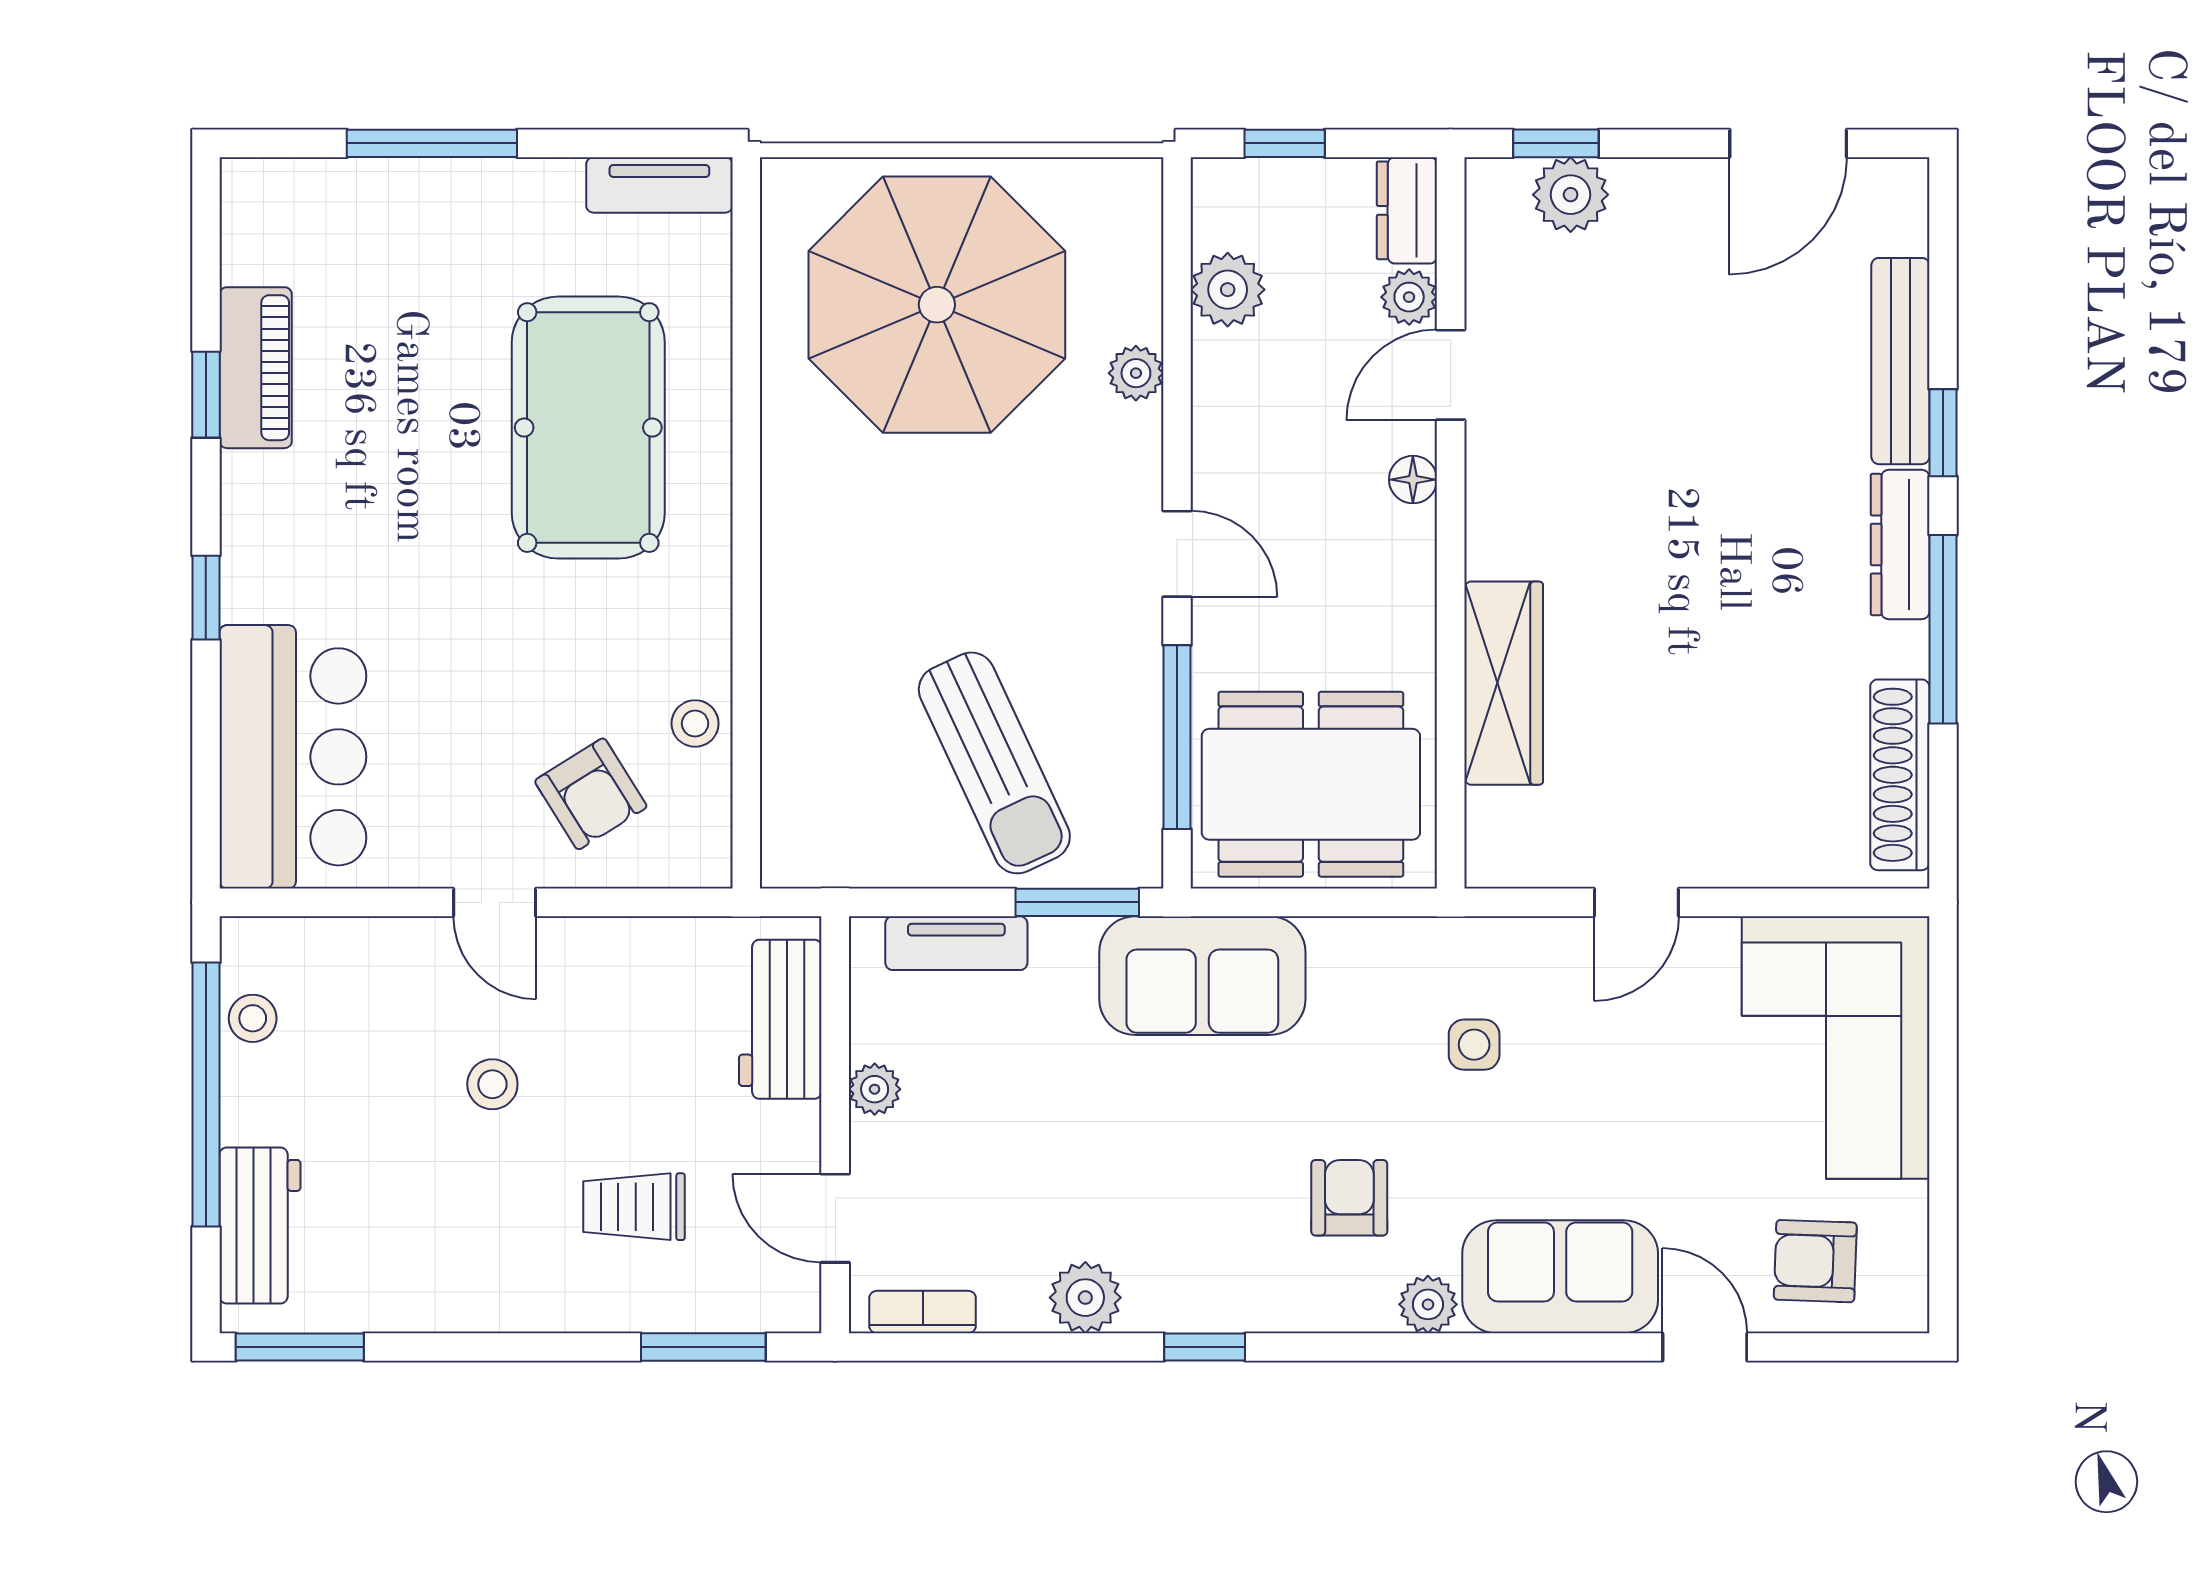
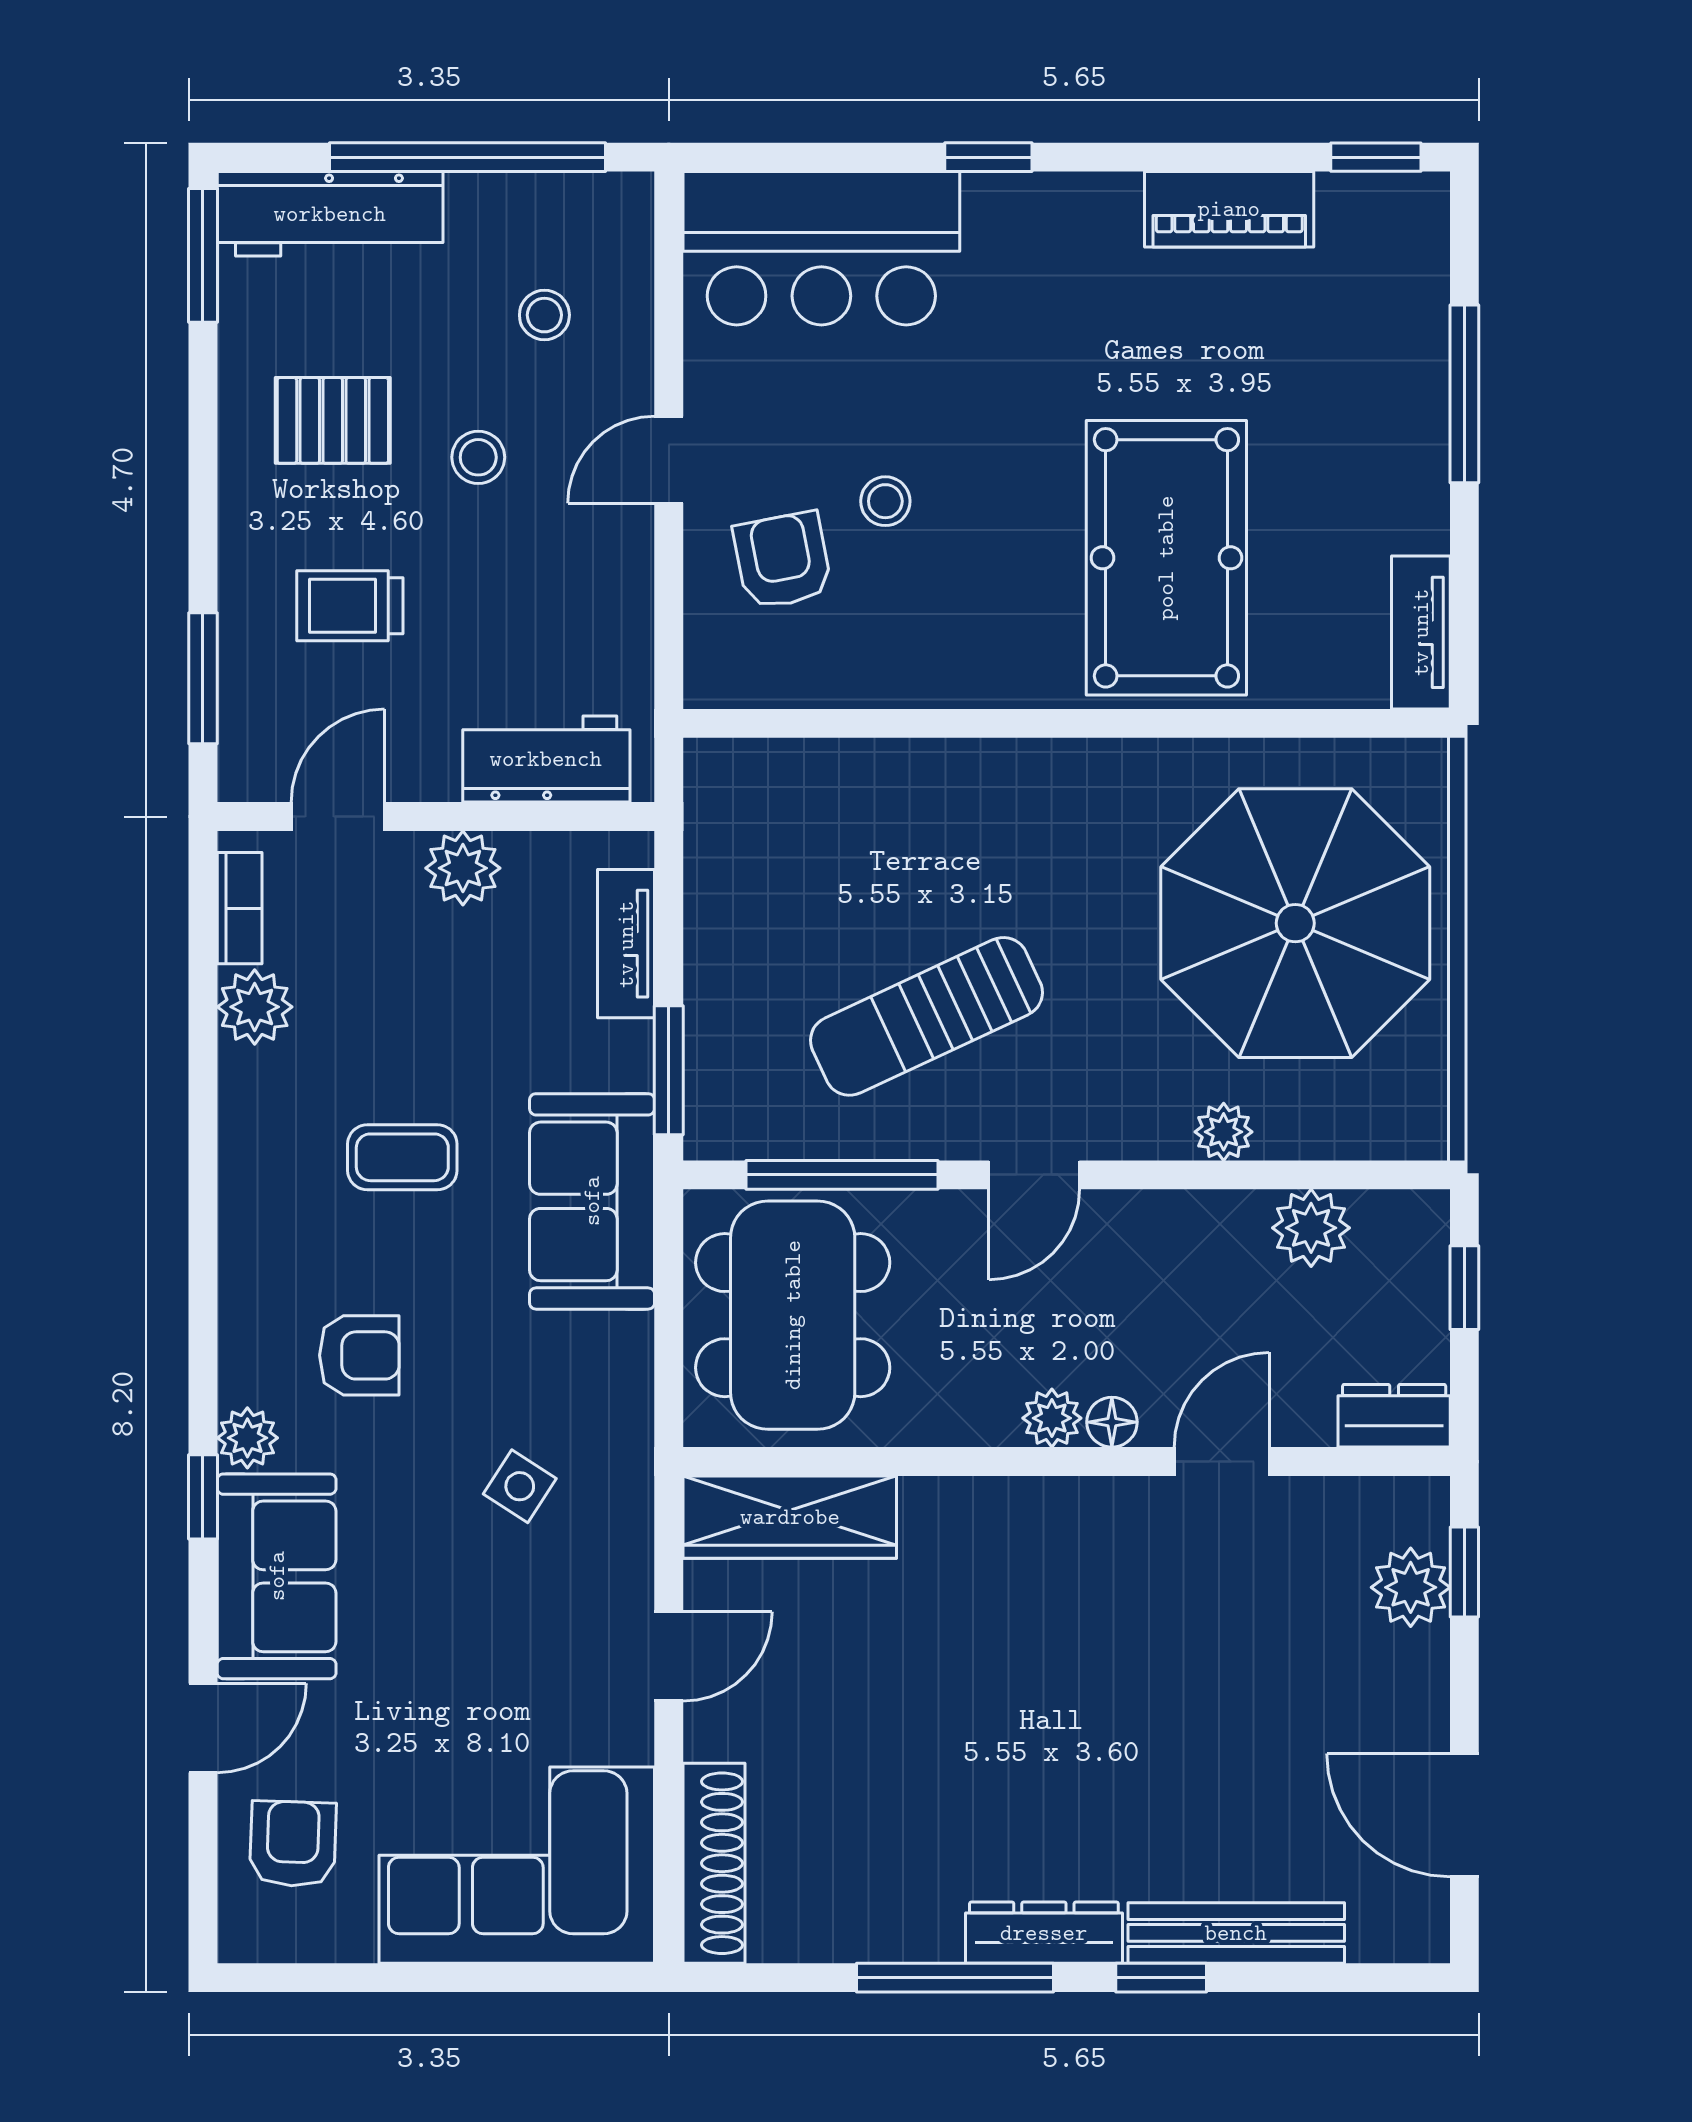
plant: (1409, 297) -> (1052, 1418), moved
door: (1451, 375) -> (1222, 1462), hinge flipped
window: (206, 395) -> (1376, 157), moved
pool table: (588, 428) -> (1166, 558), turned 90
wardrobe: (1504, 683) -> (790, 1517), moved
stool: (695, 723) -> (885, 501), moved
sun lounger: (994, 763) -> (926, 1016), moved
shoe rack: (1900, 775) -> (714, 1863), moved, turned 90
armchair: (591, 794) -> (783, 560), turned 111
door: (1636, 902) -> (669, 1656), swing flipped
stool: (253, 1018) -> (544, 315), moved
side table: (1474, 1045) -> (520, 1486), turned 33
plant: (875, 1089) -> (463, 868), width x1.38, depth x1.38
coffee table: (1160, 1157) -> (402, 1157), added
trolley: (634, 1207) -> (350, 606), turned -90
pallet: (457, 1223) -> (333, 420), added
workbench: (260, 1225) -> (330, 214), width x1.38
plant: (1085, 1298) -> (255, 1007), moved
window: (1205, 1347) -> (203, 1497), moved

